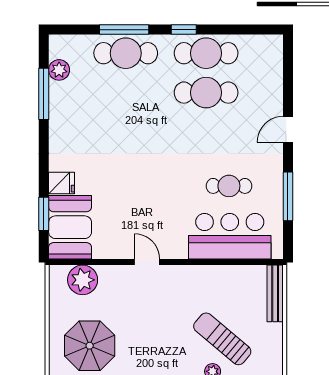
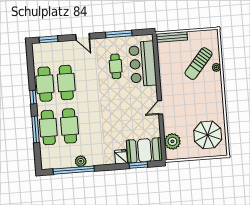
window: (288, 66) -> (49, 39), added
plant: (59, 70) -> (81, 161), moved
cafe table: (126, 93) -> (70, 126), added
window: (44, 94) -> (74, 170), width x1.46

